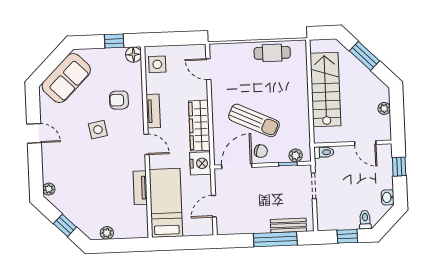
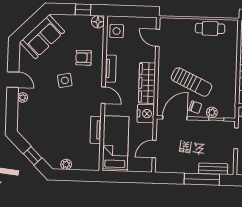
plant: (296, 155) -> (212, 112), moved
plant: (49, 189) -> (23, 97), moved

